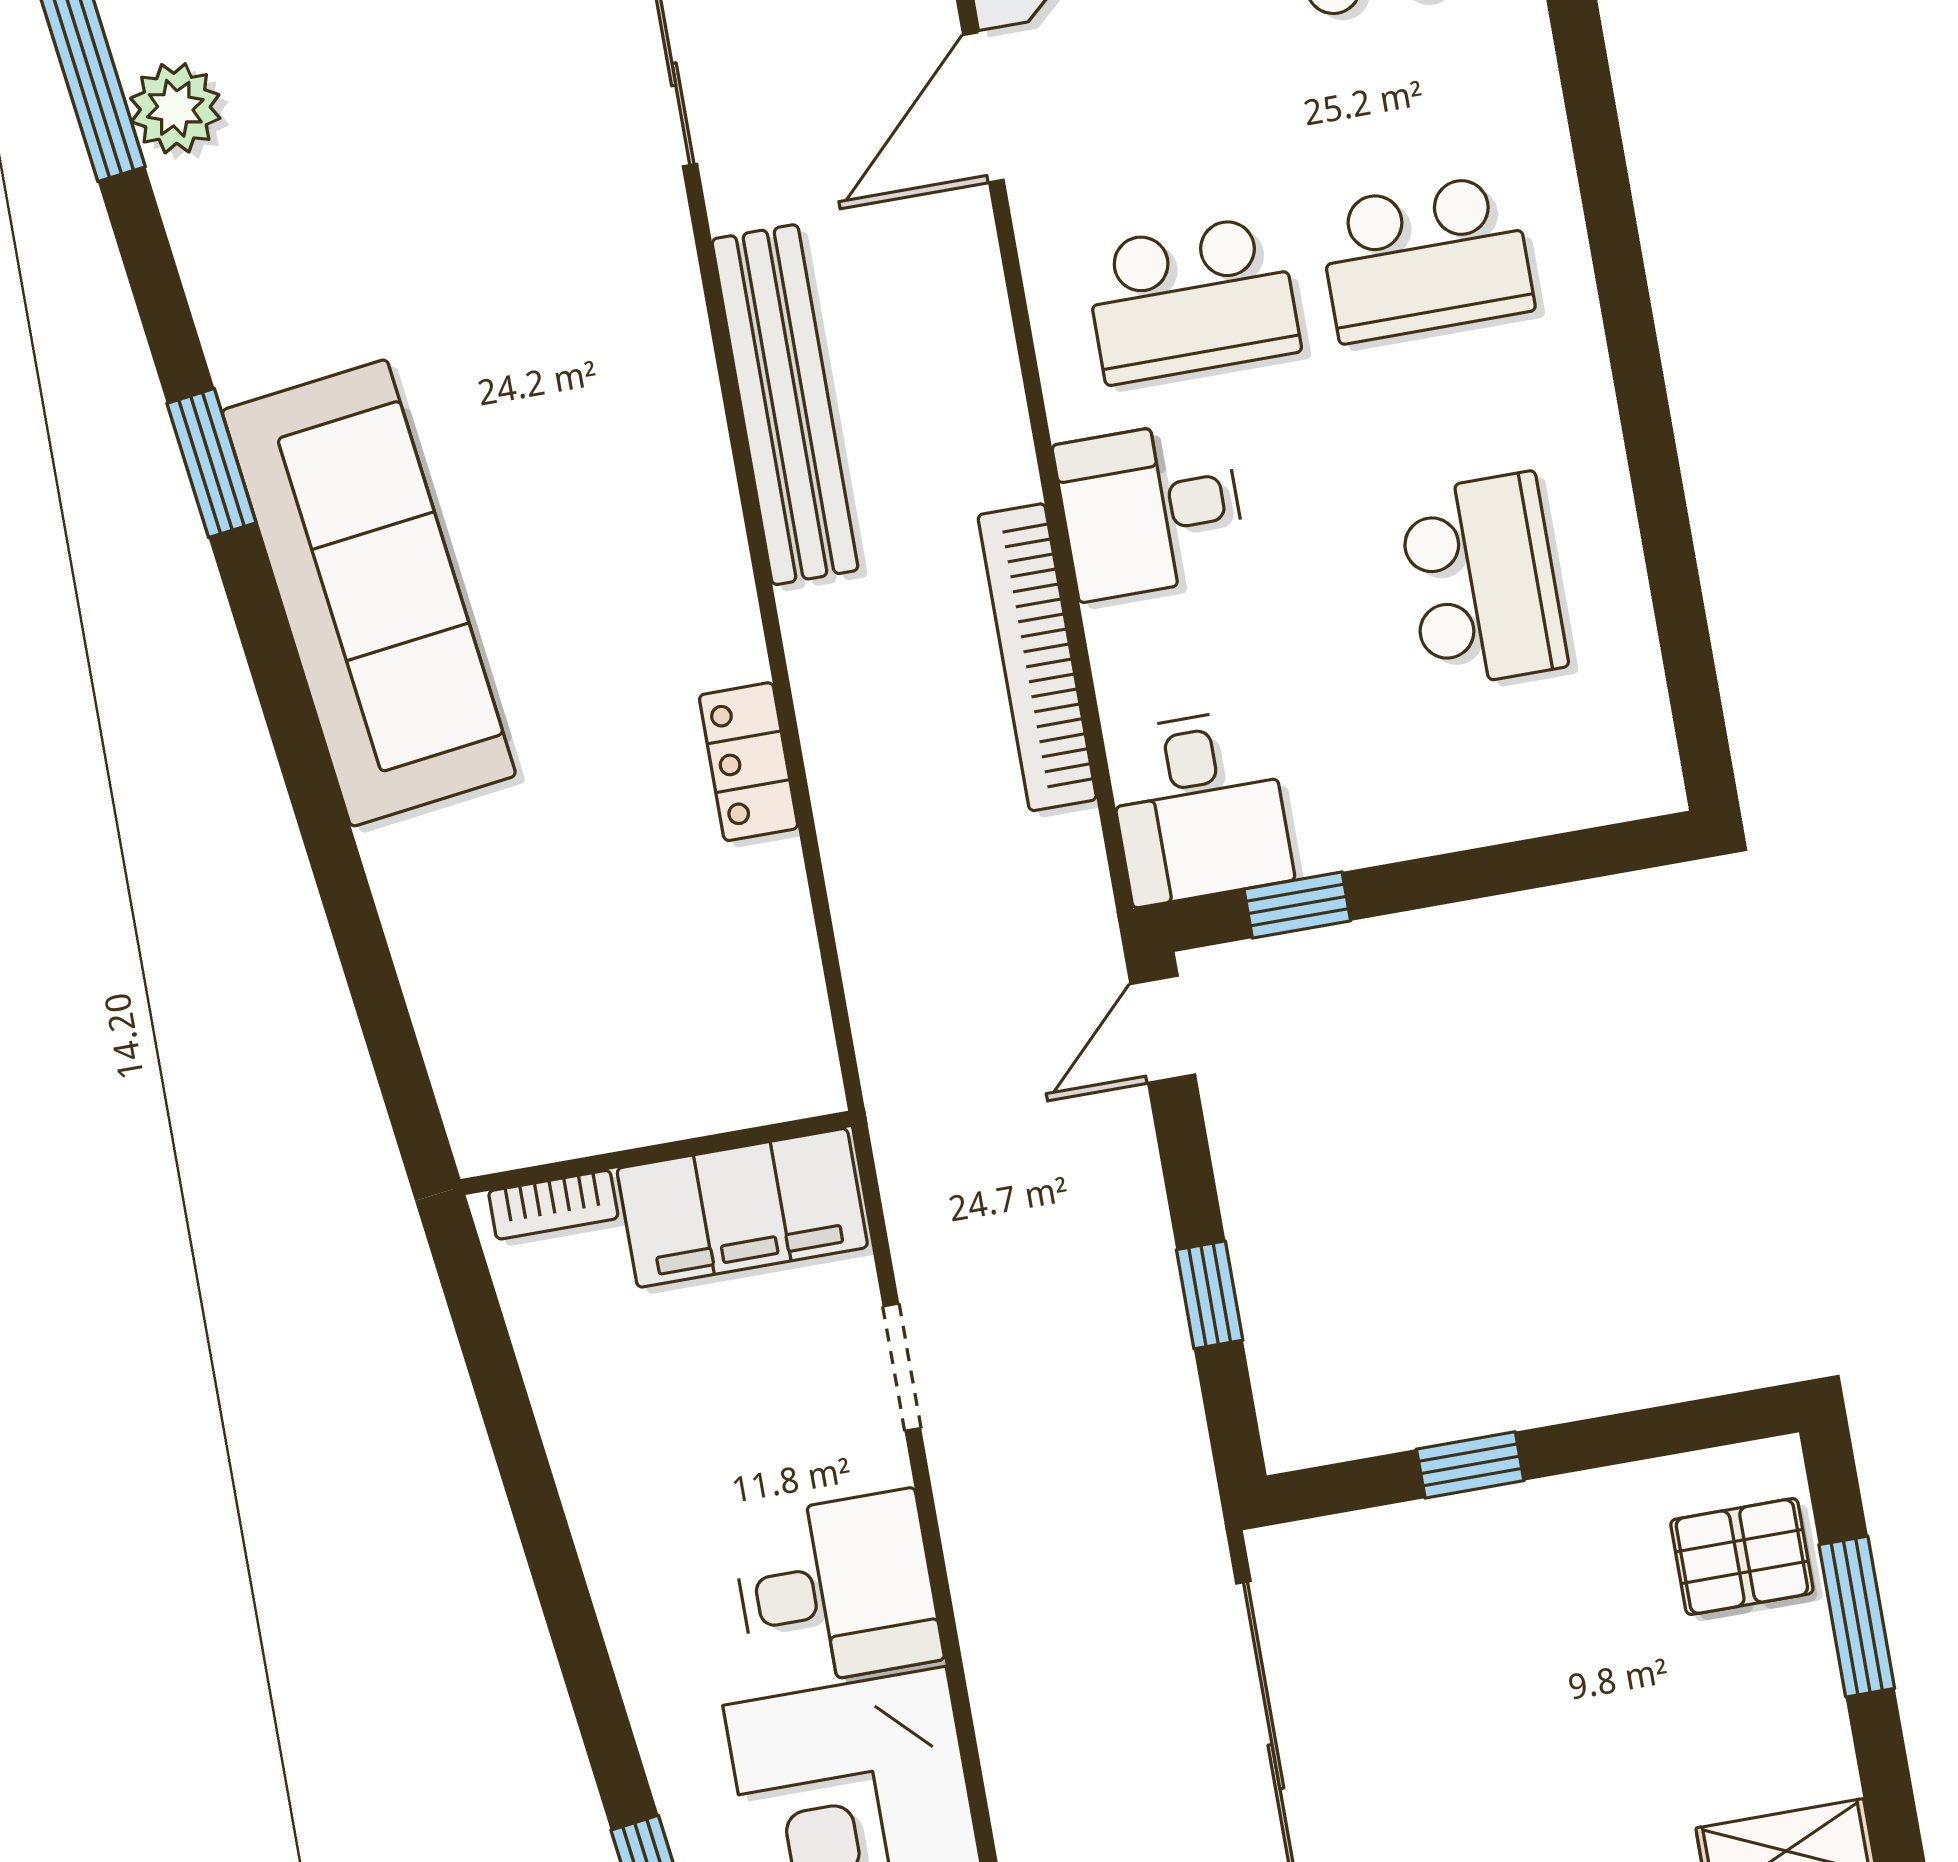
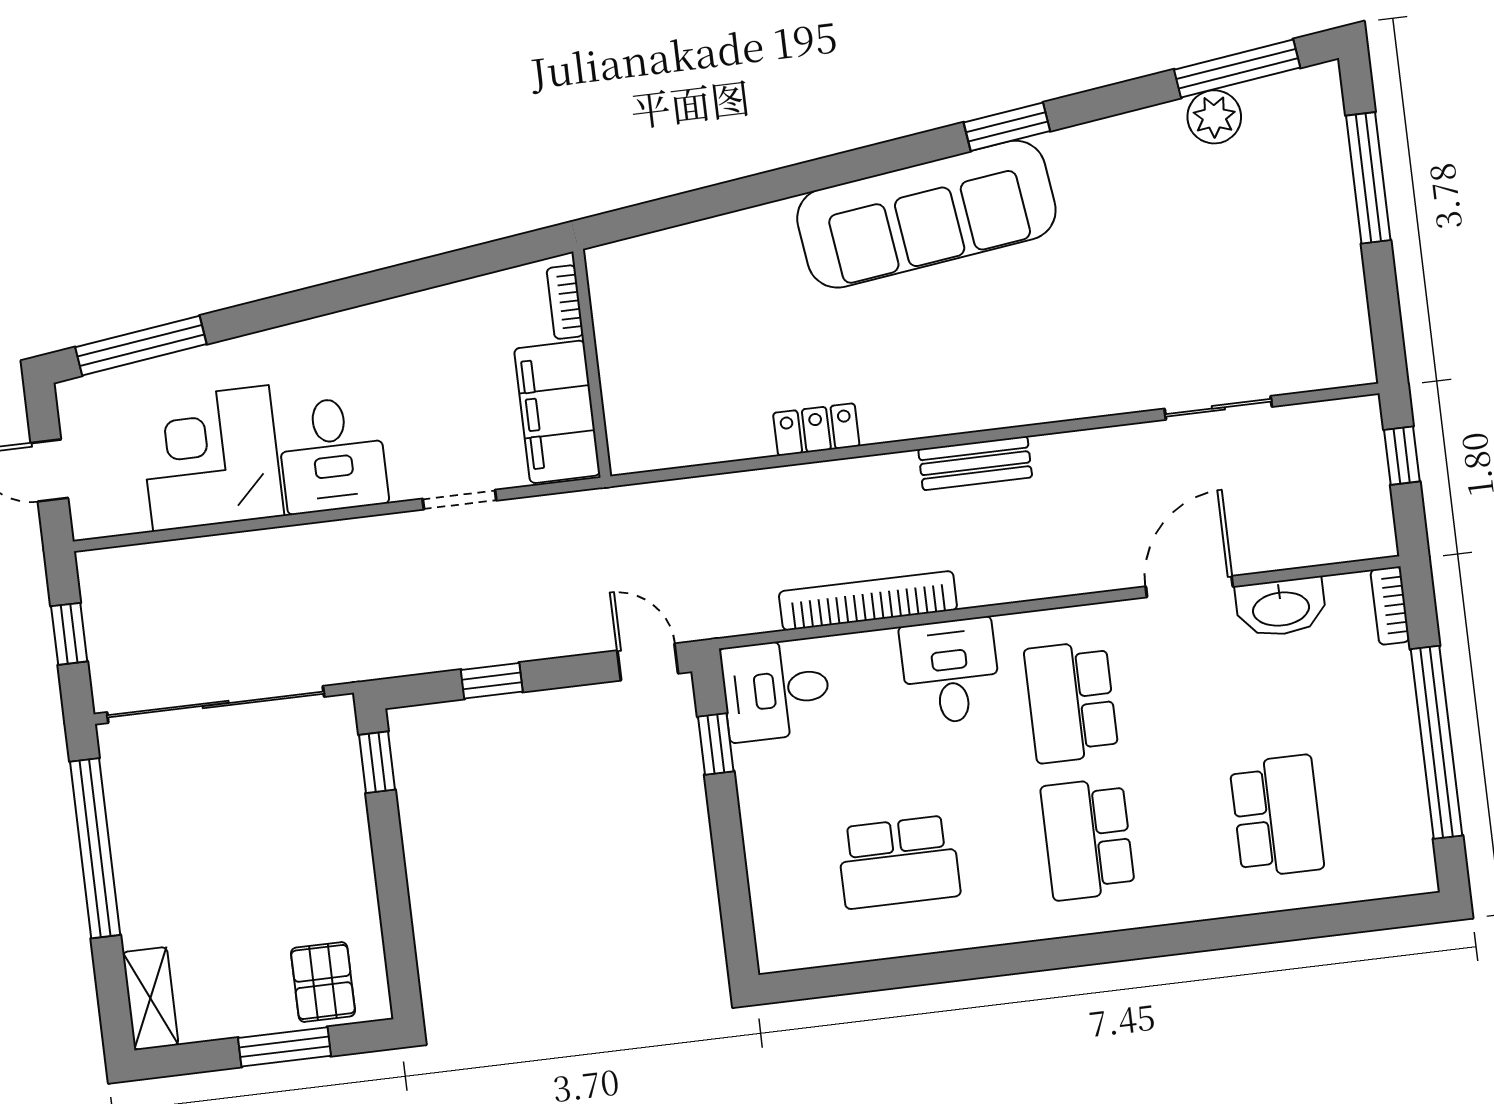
door: (983, 107) -> (1189, 587), hinge flipped
bench: (785, 405) -> (975, 463), width x0.54, depth x0.82
window: (1470, 1465) -> (377, 762), moved

